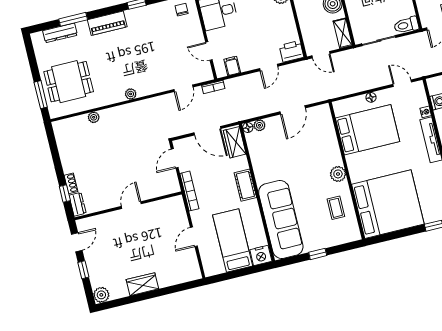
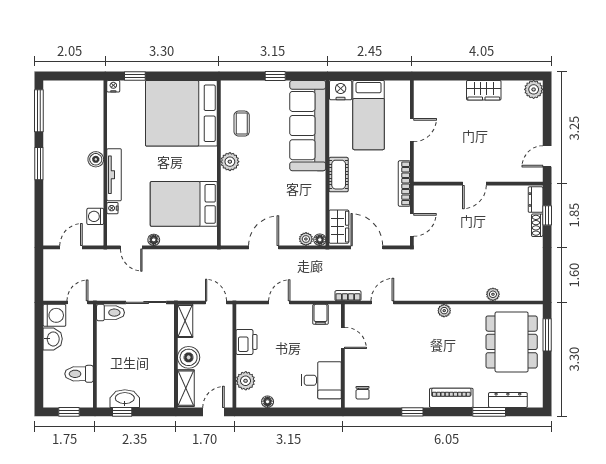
printer: (292, 51) -> (247, 342), moved, turned -90
dining table: (69, 82) -> (512, 342), width x1.37
floor lamp: (371, 97) -> (154, 240), moved
window: (83, 270) -> (547, 123), removed

